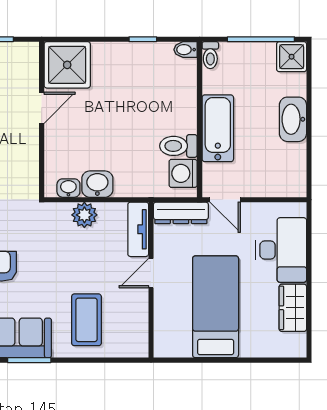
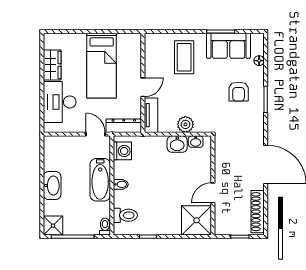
bidet: (186, 50) -> (121, 184), moved
toilet: (178, 146) -> (125, 215), moved

